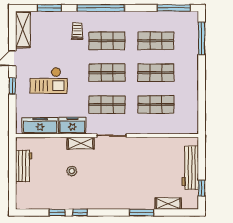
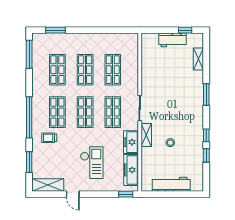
window: (202, 39) -> (56, 30), width x0.69
window: (12, 86) -> (126, 194), moved
workbench: (24, 166) -> (171, 184), width x1.38
workbench: (190, 168) -> (173, 40), width x0.73
window: (142, 213) -> (206, 94), moved

